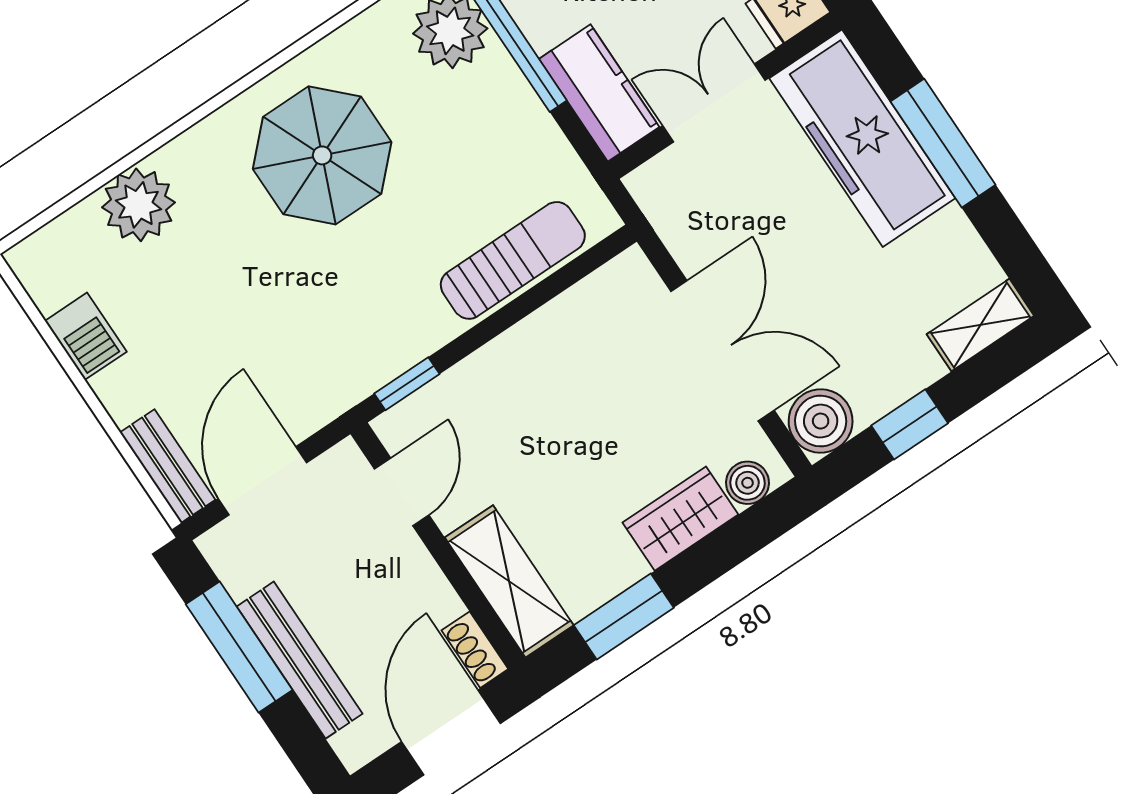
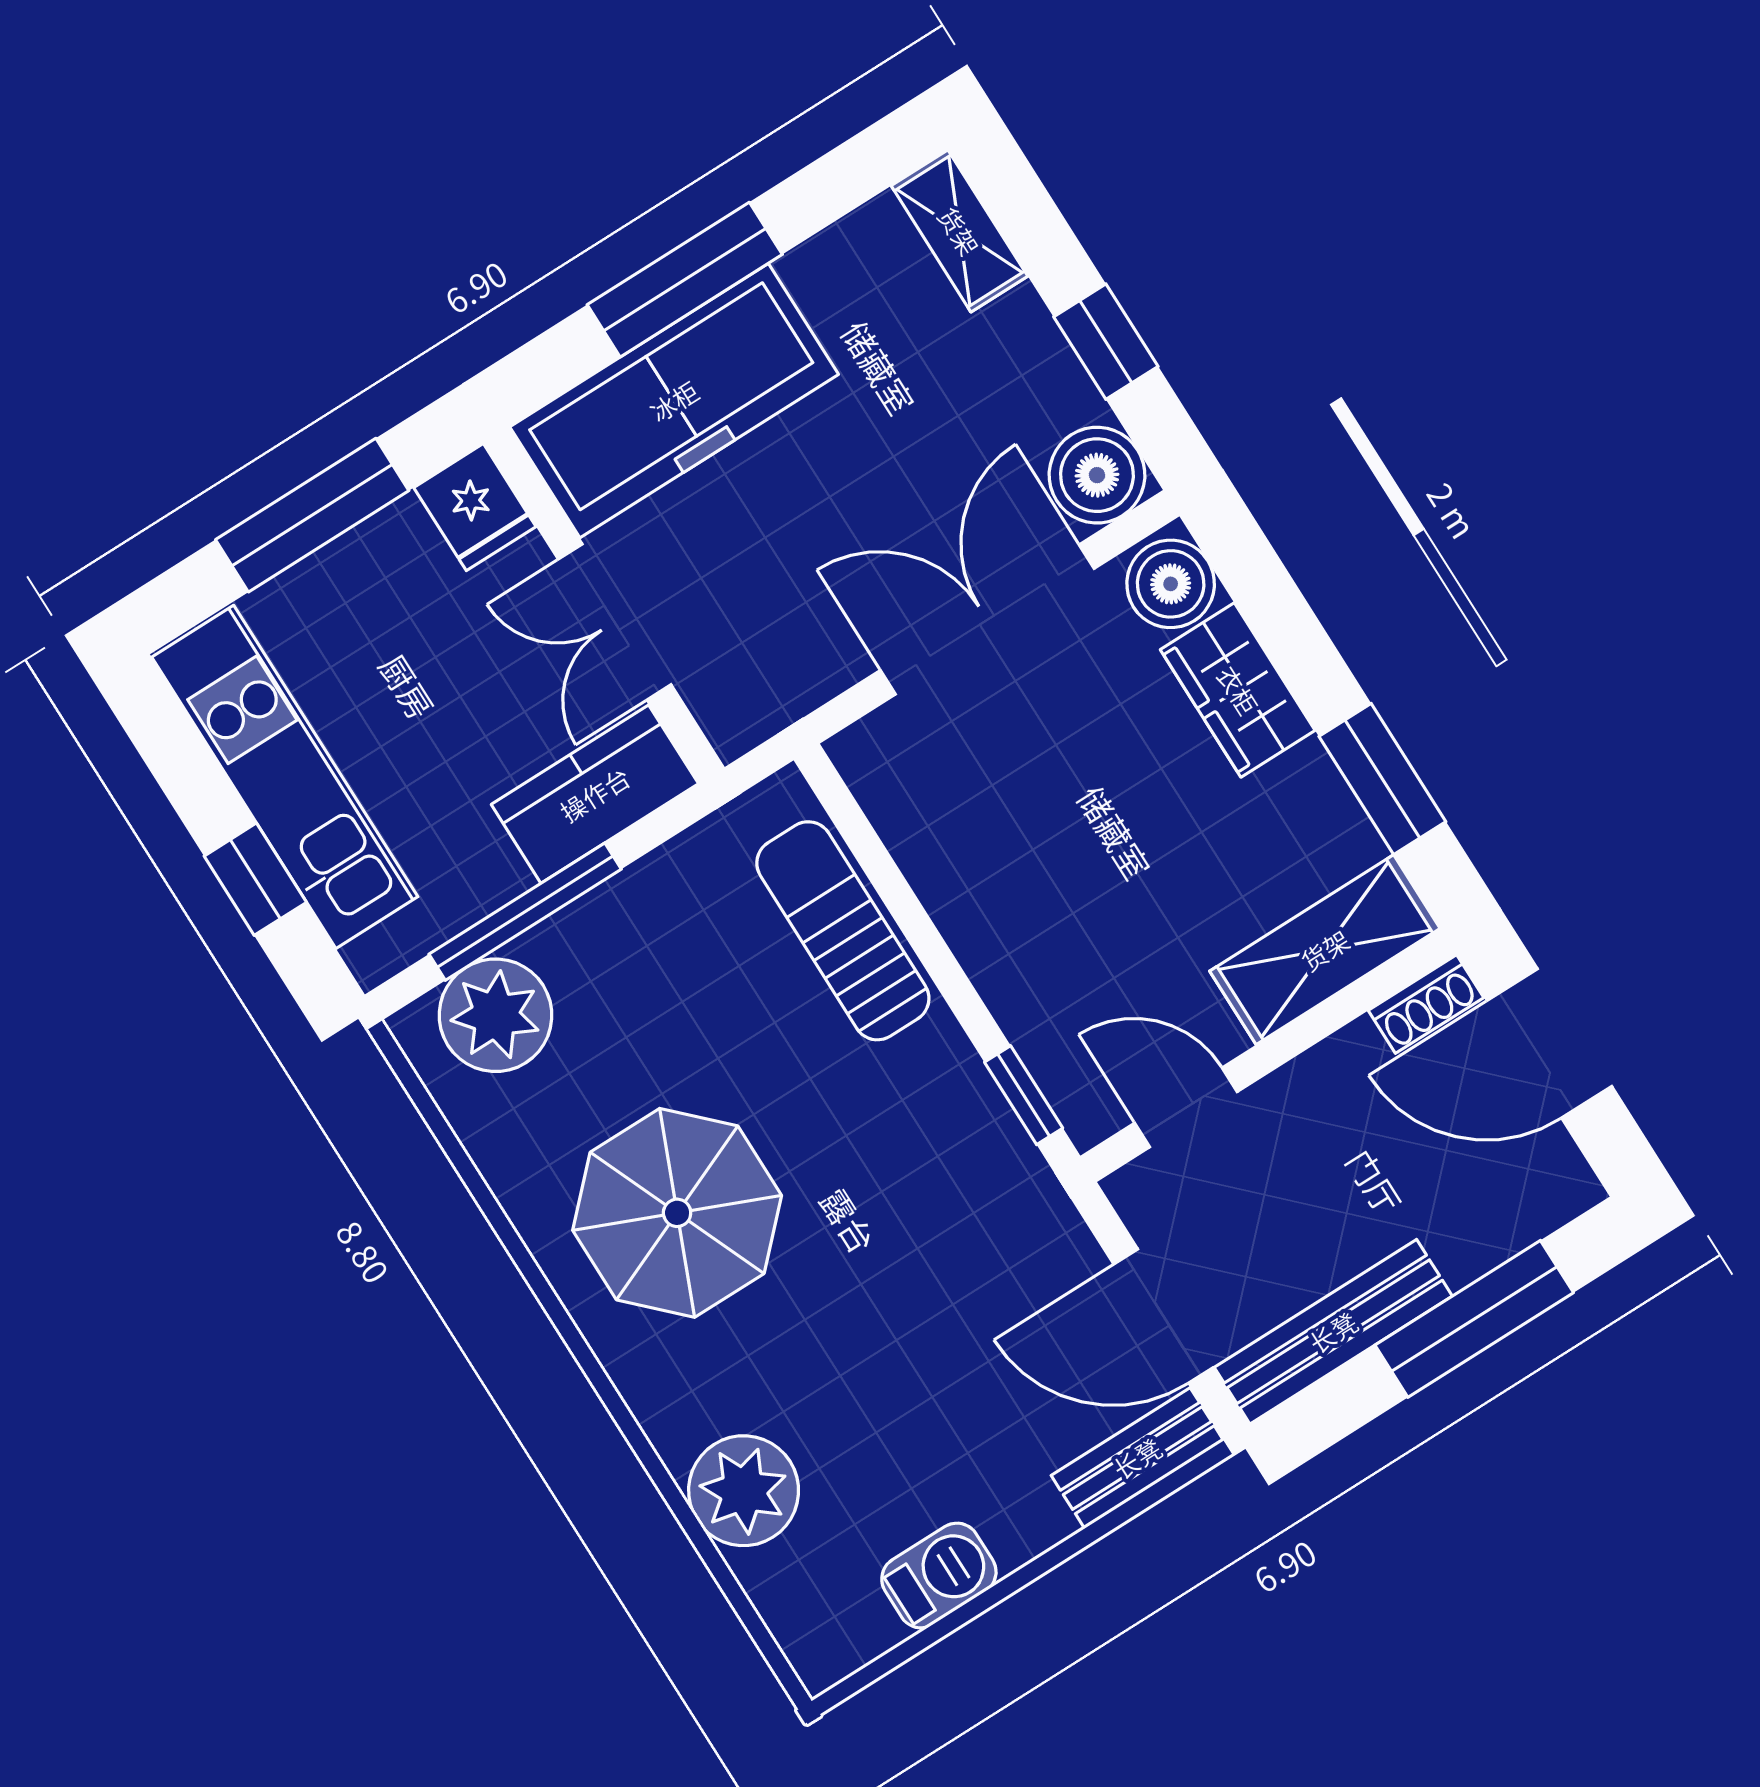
boiler: (748, 483) -> (1171, 584), width x1.36, depth x1.36
window: (239, 647) -> (1474, 1319), moved
bench: (300, 660) -> (1333, 1332), moved

